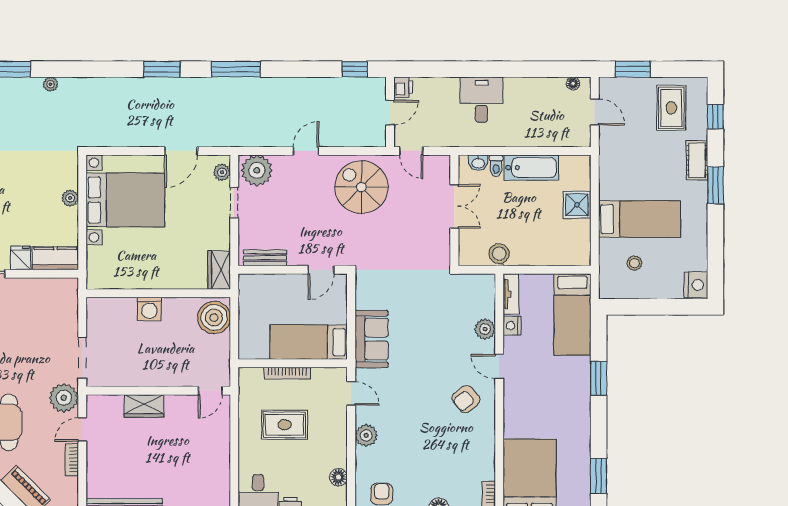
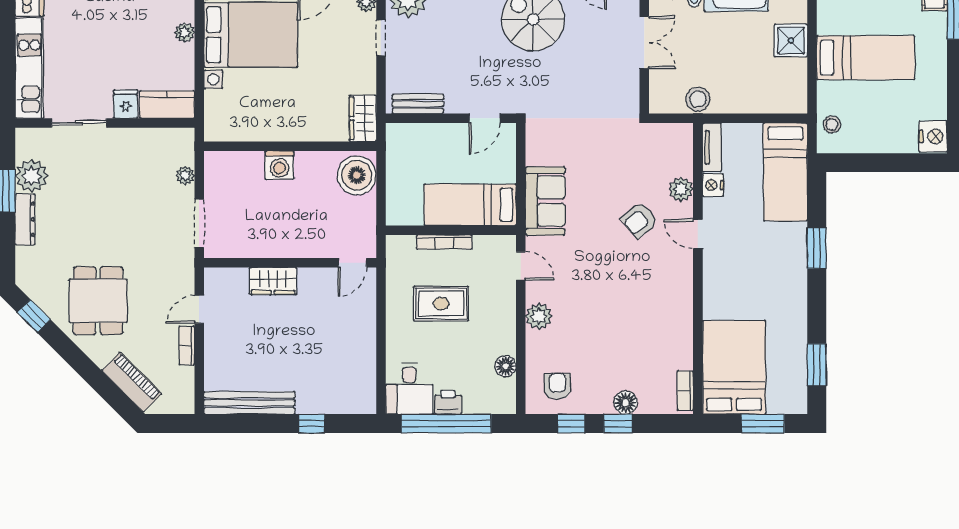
stool: (634, 263) -> (832, 125), moved
plant: (64, 398) -> (185, 176), moved, width x0.53, depth x0.53
armchair: (466, 399) -> (639, 220), moved

